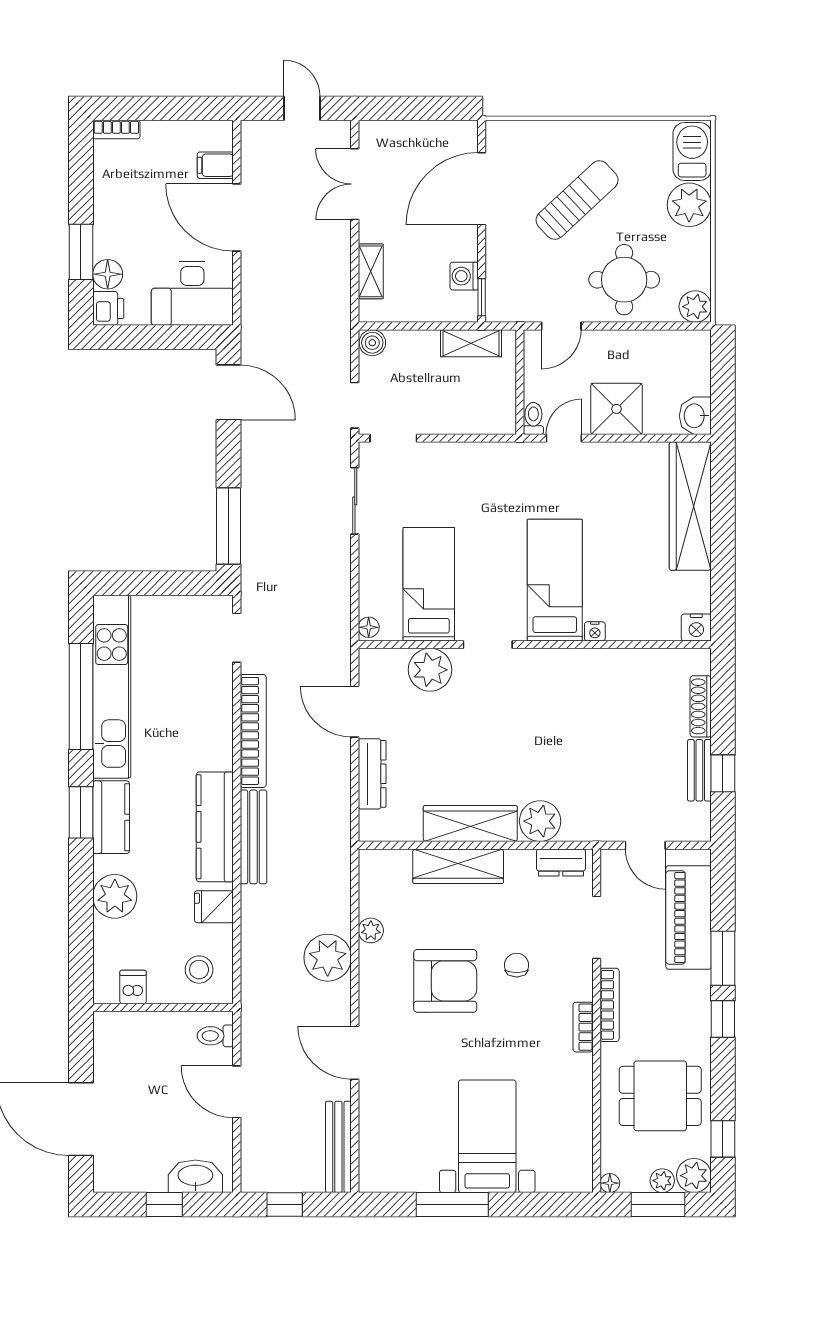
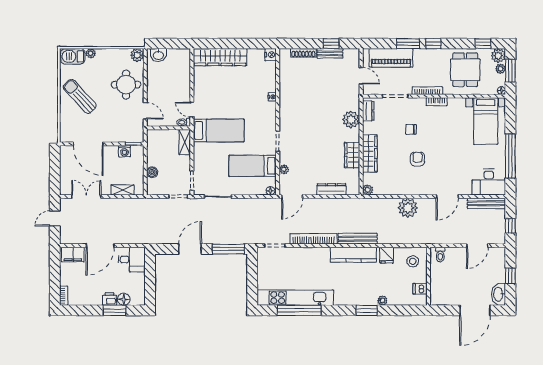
filing cabinet: (215, 165) -> (73, 255), width x2.00
double door: (355, 184) -> (86, 197), swing flipped
sun lounger: (577, 200) -> (80, 96), moved
plant: (689, 205) -> (91, 53), width x0.53, depth x0.53
desk: (192, 293) -> (132, 259), width x0.73
printer: (108, 308) -> (110, 299), moved
boiler: (372, 343) -> (152, 172), moved
shelving: (471, 343) -> (185, 142), moved
door: (228, 392) -> (190, 249), moved
shower: (616, 409) -> (180, 88), removed
washbasin: (695, 416) -> (158, 55), moved
bed: (555, 580) -> (219, 131), moved, turned 180
plant: (430, 670) -> (284, 169), width x0.53, depth x0.53
door: (355, 712) -> (292, 197), moved
window: (81, 812) -> (367, 310), moved
kitchen counter: (111, 817) -> (349, 298), removed
wardrobe: (470, 824) -> (352, 155), width x0.67
door: (645, 845) -> (361, 76), hinge flipped
plant: (115, 896) -> (382, 301), width x0.53, depth x0.53
plant: (371, 930) -> (368, 190), moved
armchair: (445, 981) -> (417, 159), width x0.53, depth x0.53
door: (237, 1092) -> (477, 246), moved
bed with nightstands: (487, 1136) -> (486, 121), moved, turned -90
desk: (390, 1153) -> (489, 182), added
washbasin: (195, 1176) -> (499, 294), moved
window: (452, 1205) -> (510, 156), width x1.46

